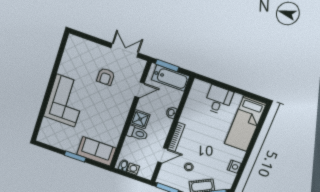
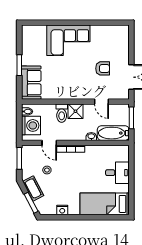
armchair: (106, 77) -> (103, 68), turned 180
bathtub: (171, 78) -> (113, 133), moved, turned 90
washing machine: (133, 169) -> (31, 125), width x1.89, depth x1.89

